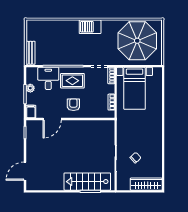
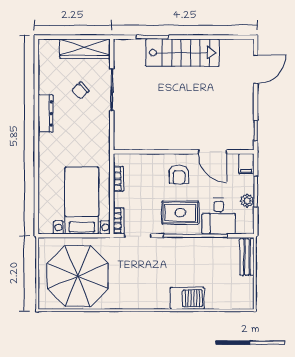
barbecue: (90, 27) -> (187, 298), moved
door: (52, 119) -> (212, 152), swing flipped
dresser: (157, 143) -> (46, 113), added
stairs: (87, 182) -> (182, 53), moved
wardrobe: (146, 184) -> (85, 49), moved

